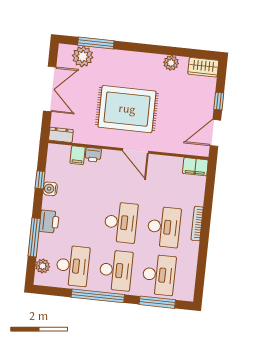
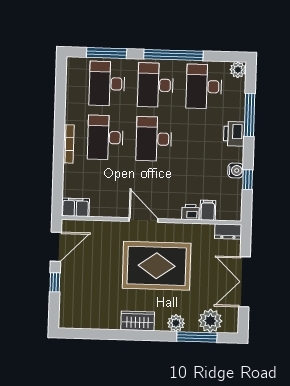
plant: (171, 63) -> (176, 323), moved
wardrobe: (203, 67) -> (138, 321), moved
plant: (43, 266) -> (238, 70), moved

